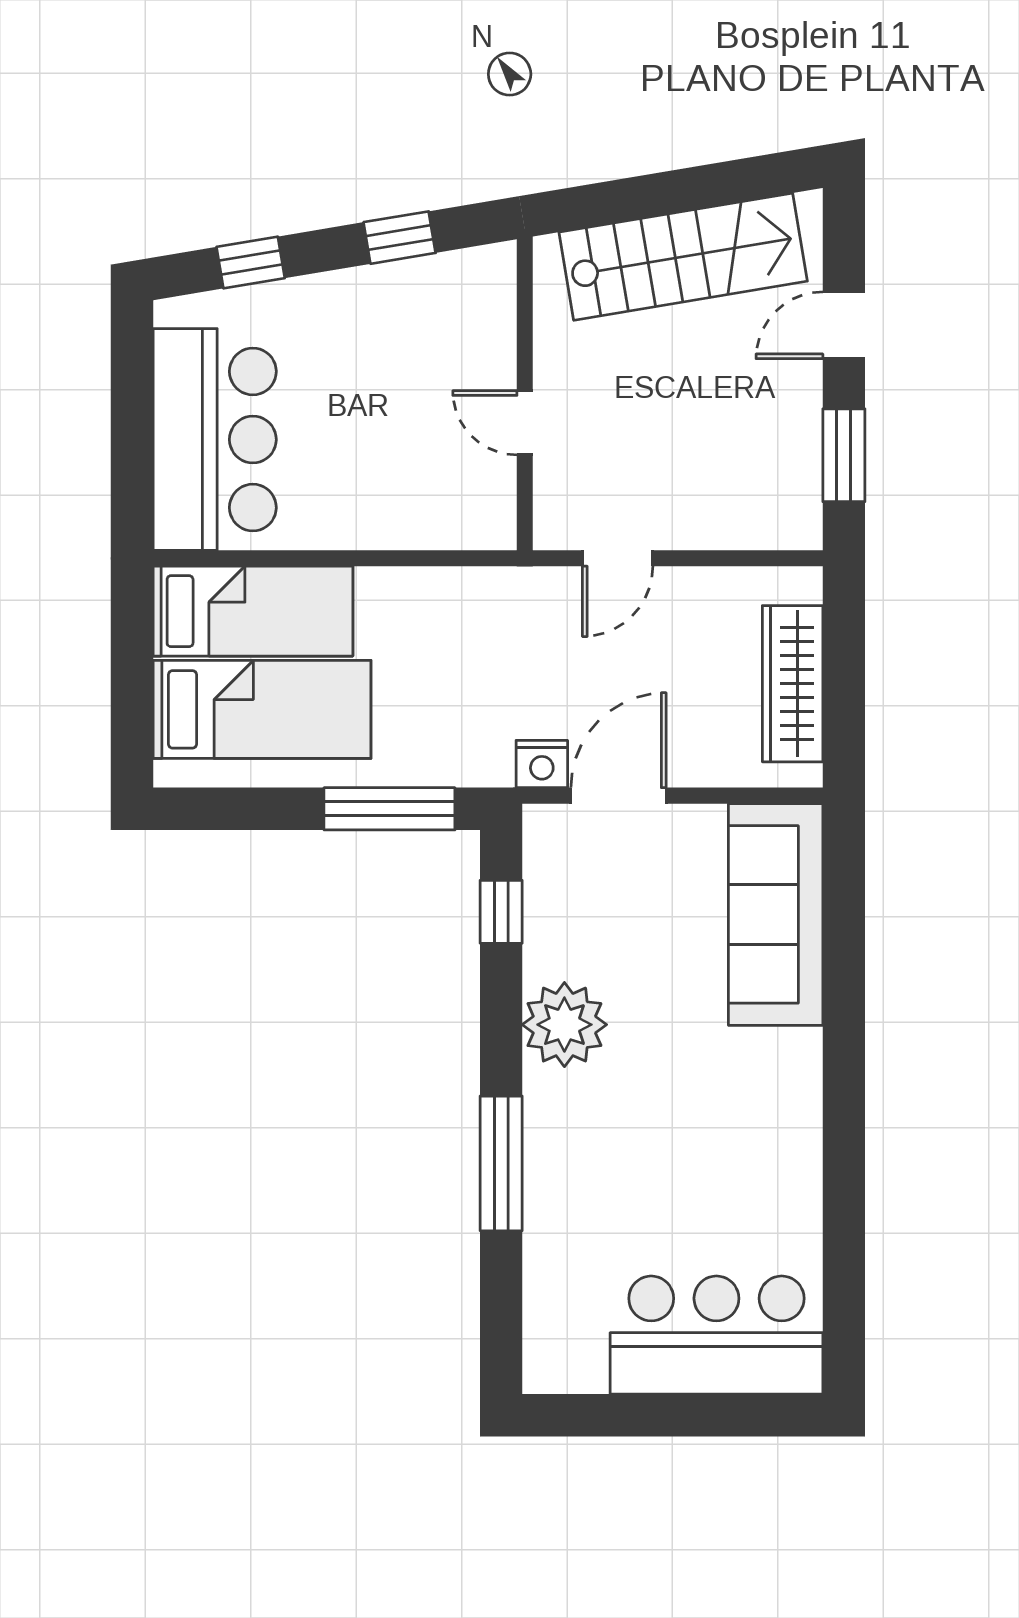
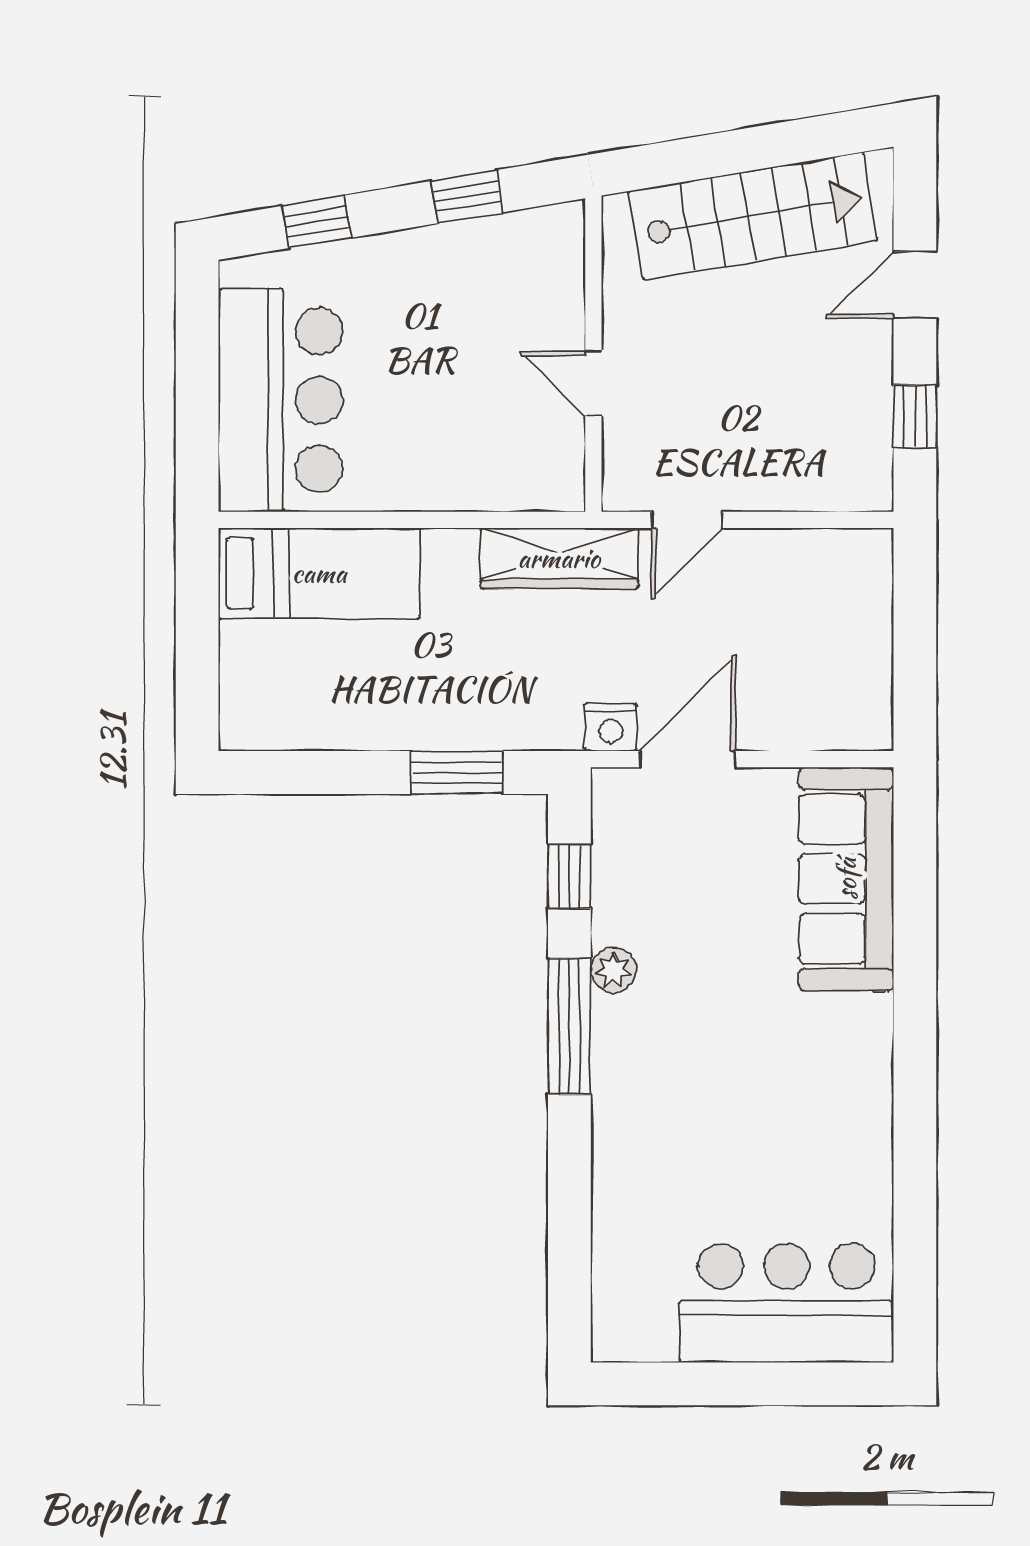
window: (844, 455) -> (915, 416), width x0.67
wardrobe: (793, 684) -> (559, 558), moved, turned -90
bed: (262, 709) -> (328, 672), removed
window: (389, 809) -> (457, 772), width x0.69
plant: (564, 1025) -> (613, 970), width x0.53, depth x0.53
window: (501, 1163) -> (569, 1026), moved

